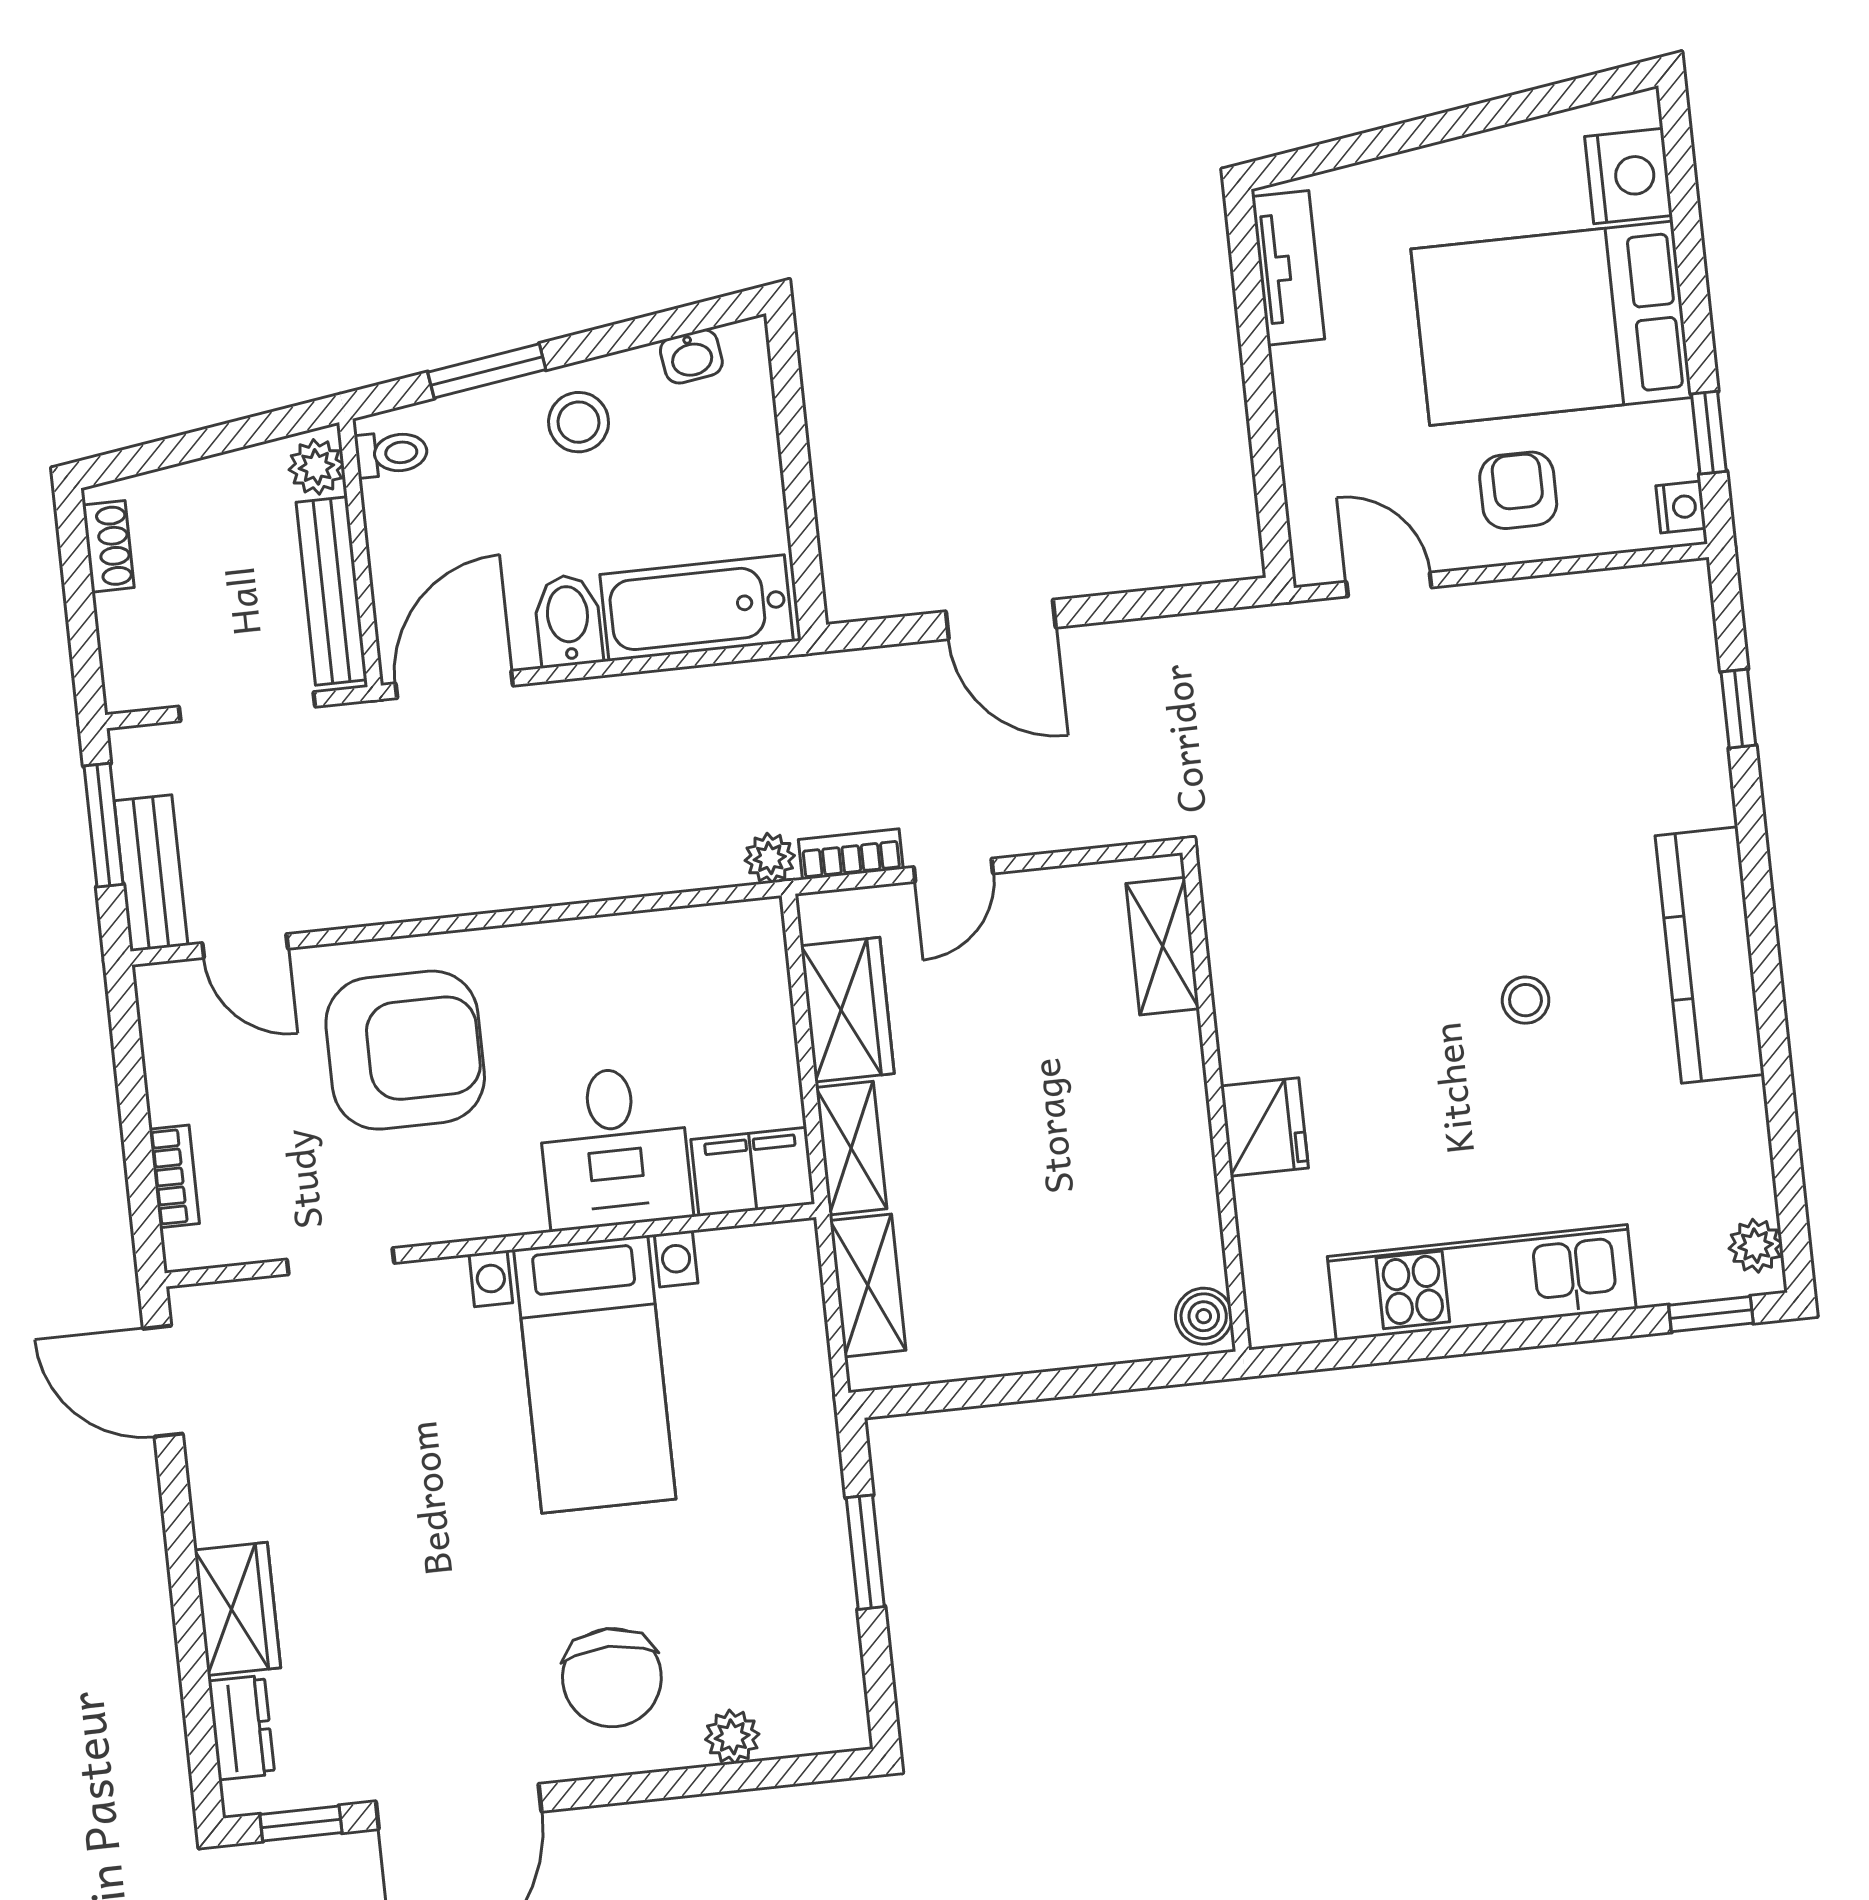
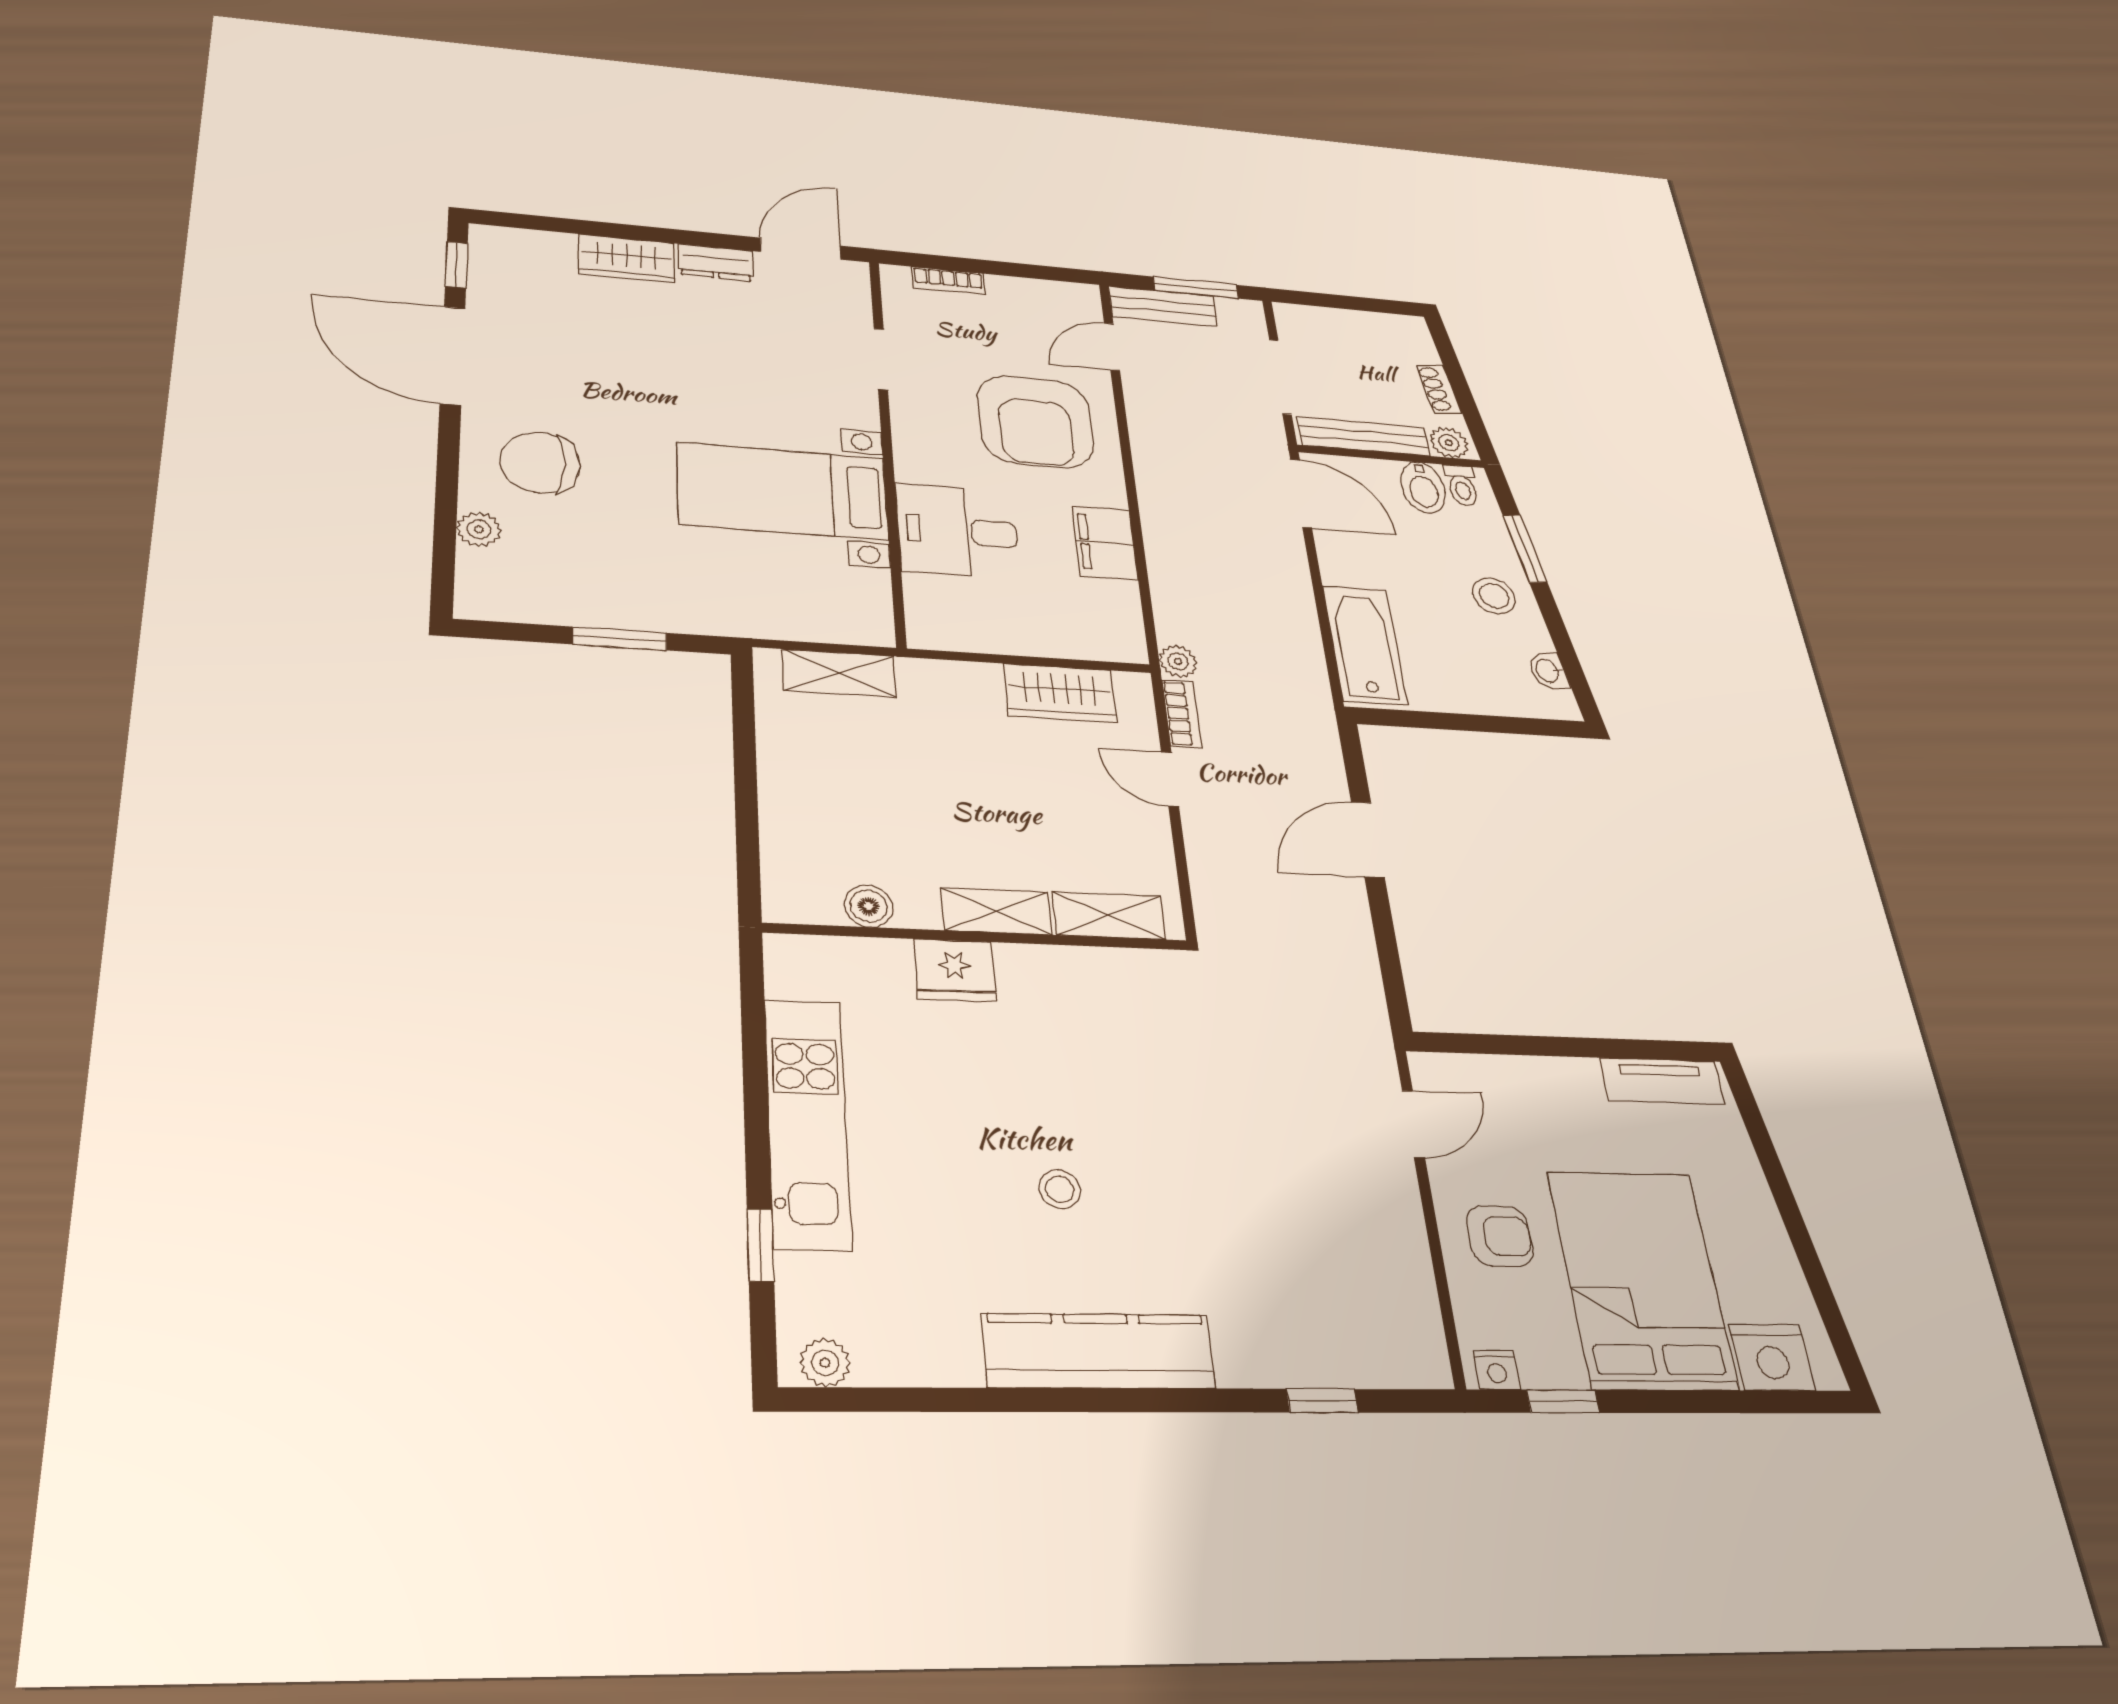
shoe rack: (108, 546) -> (1439, 389), moved, turned 82
bidet: (568, 620) -> (1423, 488), moved, turned 90
shelving: (851, 1148) -> (996, 911), moved
filing cabinet: (753, 1172) -> (1105, 543), moved, turned 180
window: (1711, 1314) -> (760, 1245), moved
boiler: (1204, 1316) -> (869, 906), moved
dresser: (241, 1728) -> (716, 263), moved

